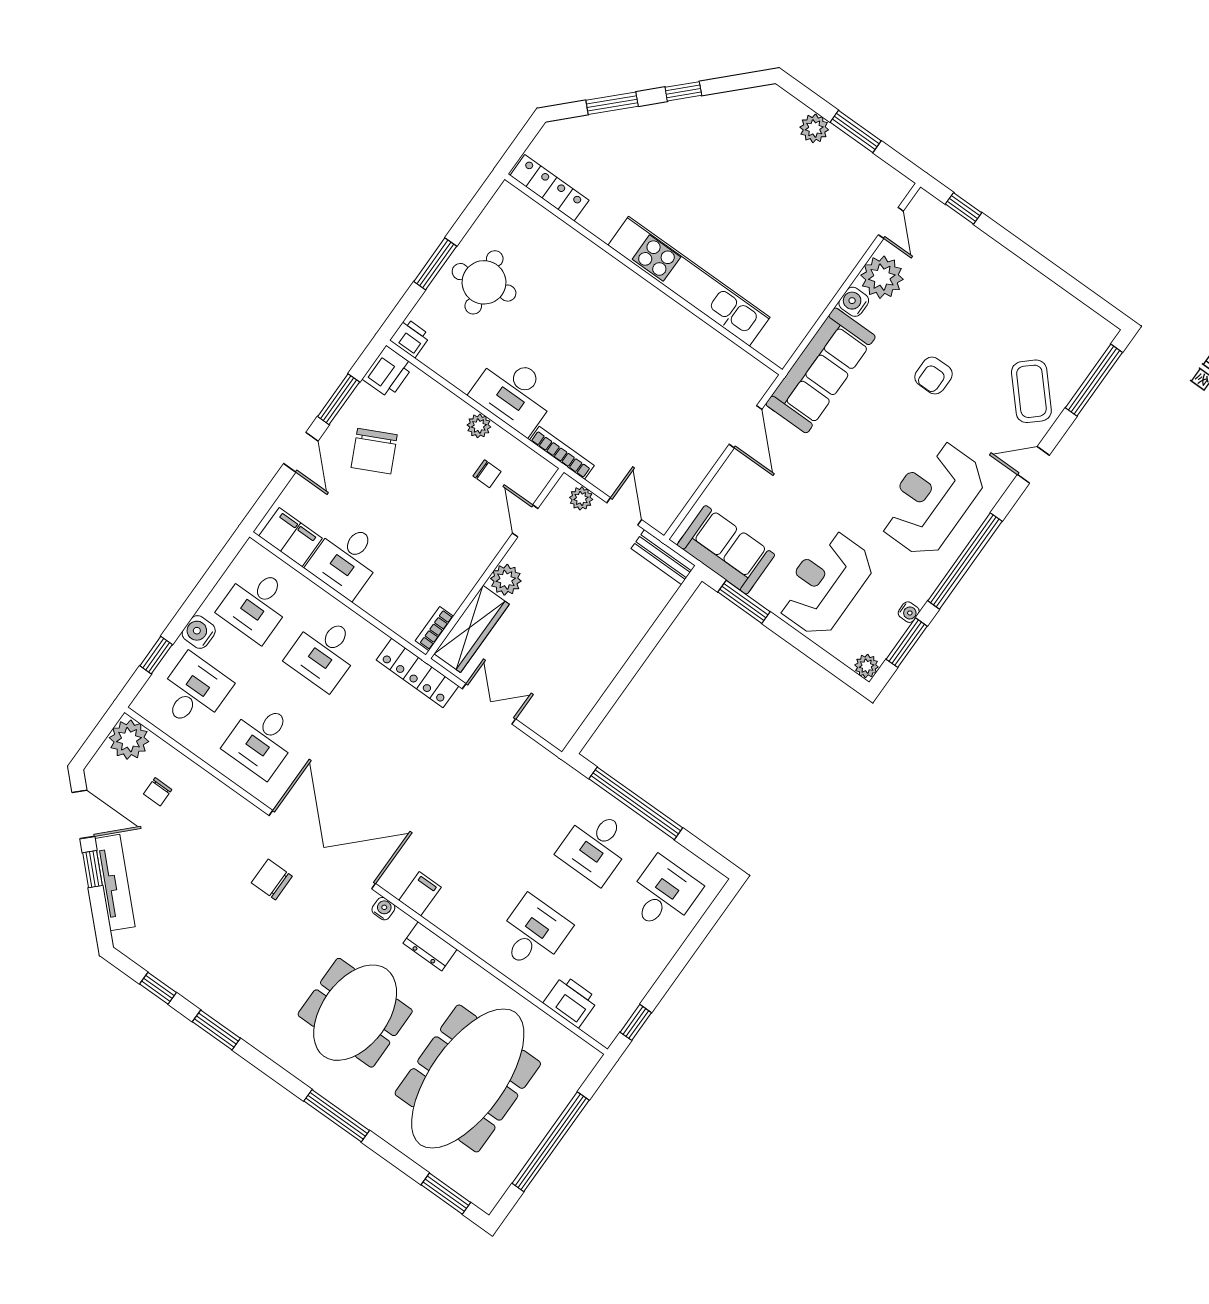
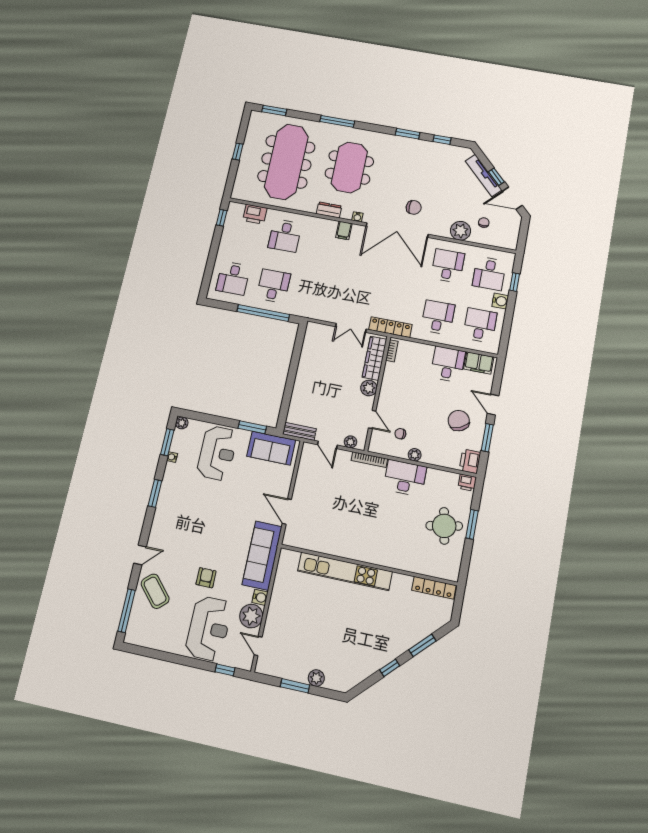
reception desk: (932, 499) -> (209, 628), moved
window: (965, 561) -> (155, 493), width x0.47
plant: (129, 740) -> (461, 231), moved
window: (551, 1142) -> (238, 151), width x0.32

